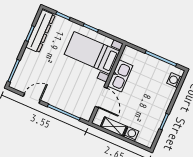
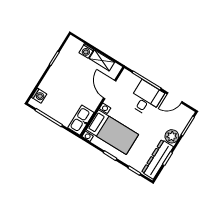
plant: (29, 57) -> (172, 136), added
kitchen sink: (120, 76) -> (81, 120), moved
desk: (62, 93) -> (146, 98), added

